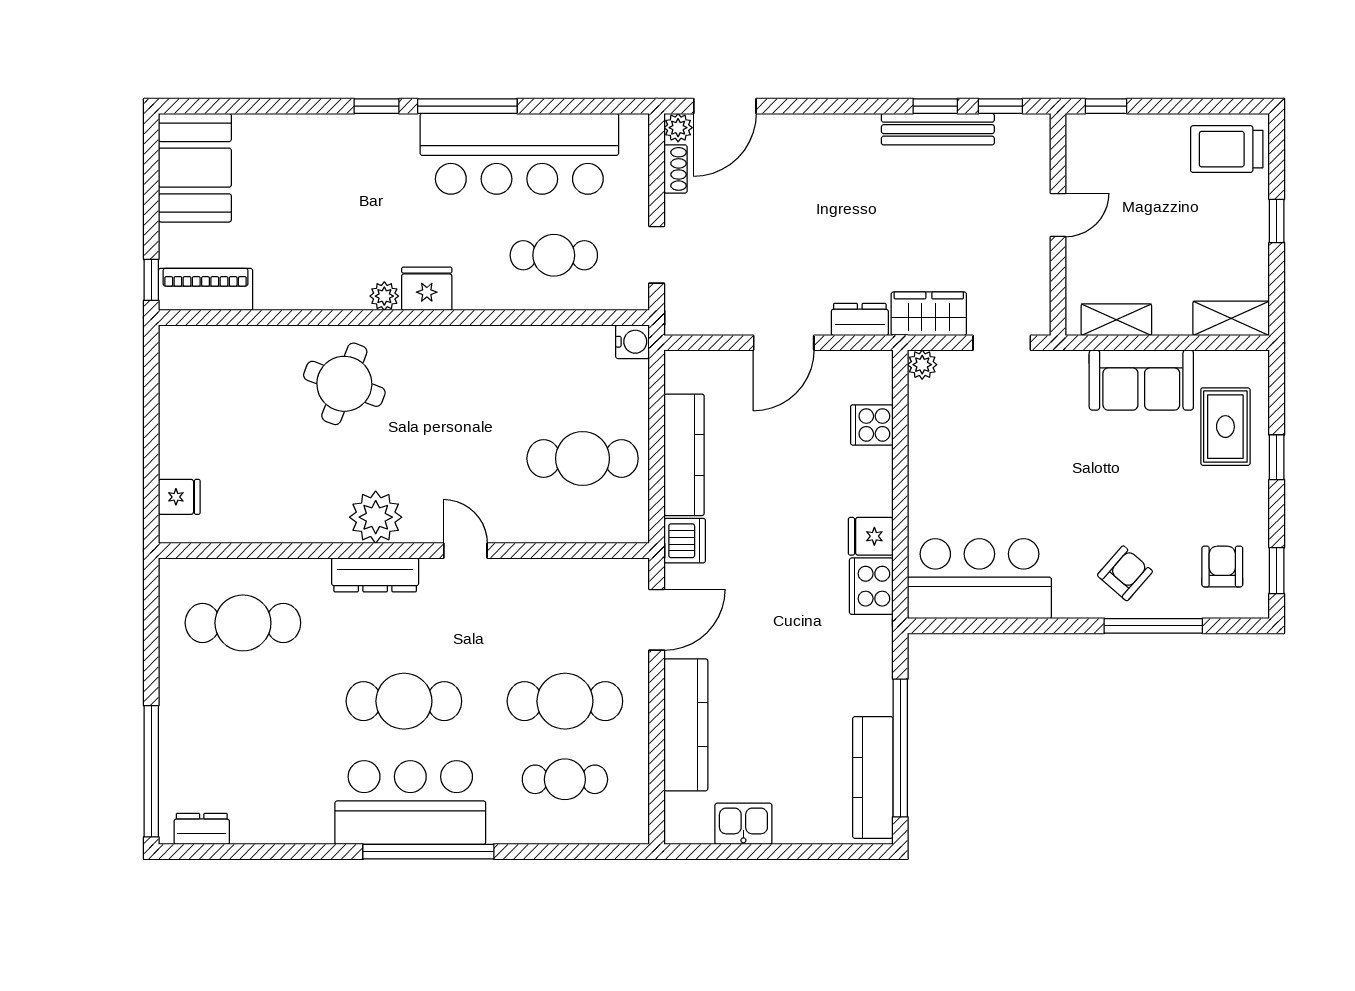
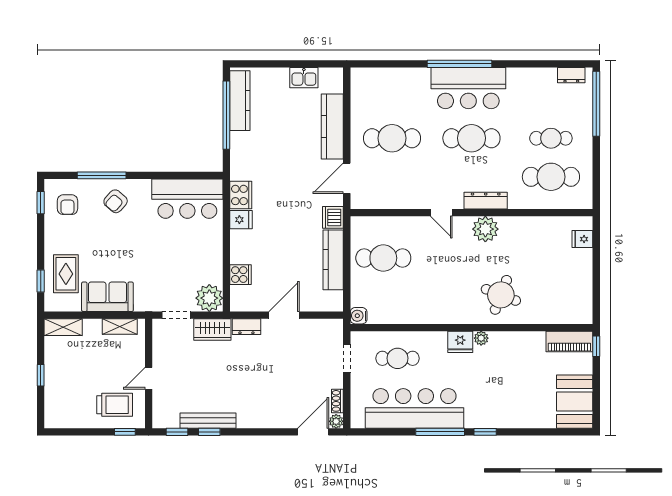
trolley: (1227, 149) -> (115, 405), moved
plant: (922, 365) -> (209, 298), width x1.87, depth x1.87
window: (1277, 457) -> (41, 281), moved
cafe table: (565, 779) -> (551, 138), moved

